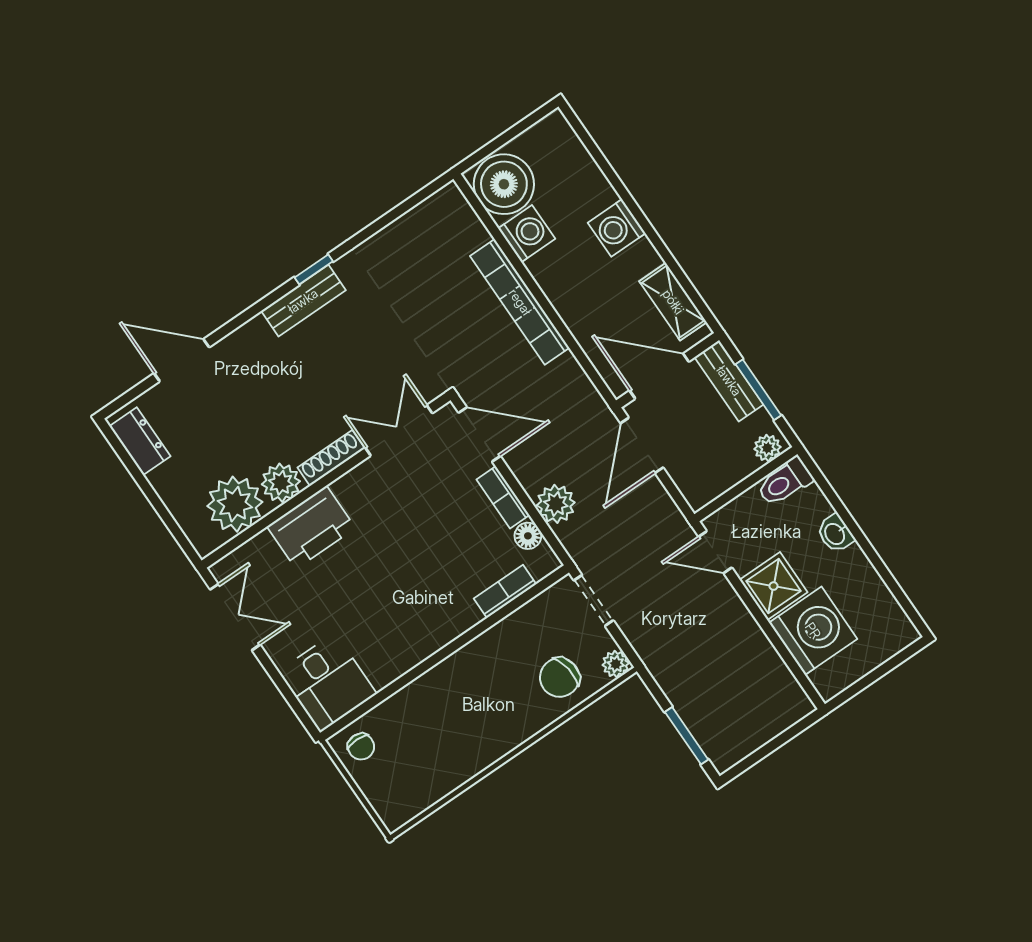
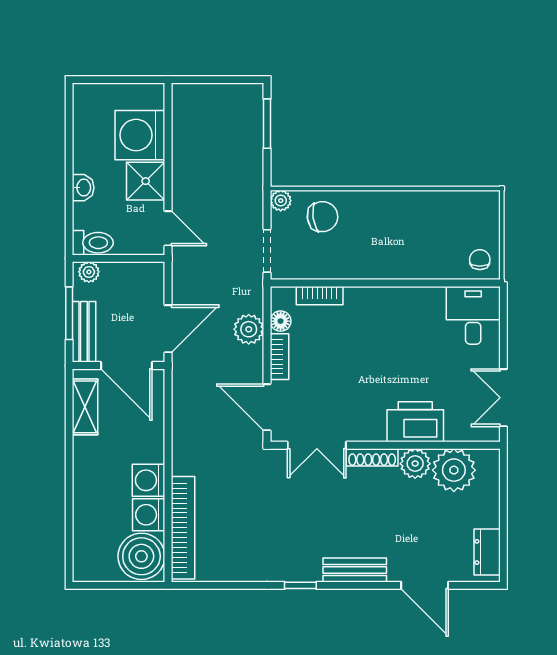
washing machine: (617, 228) -> (149, 480), moved, turned 180
bench: (303, 301) -> (355, 570), moved
bookcase: (520, 302) -> (183, 528), moved

